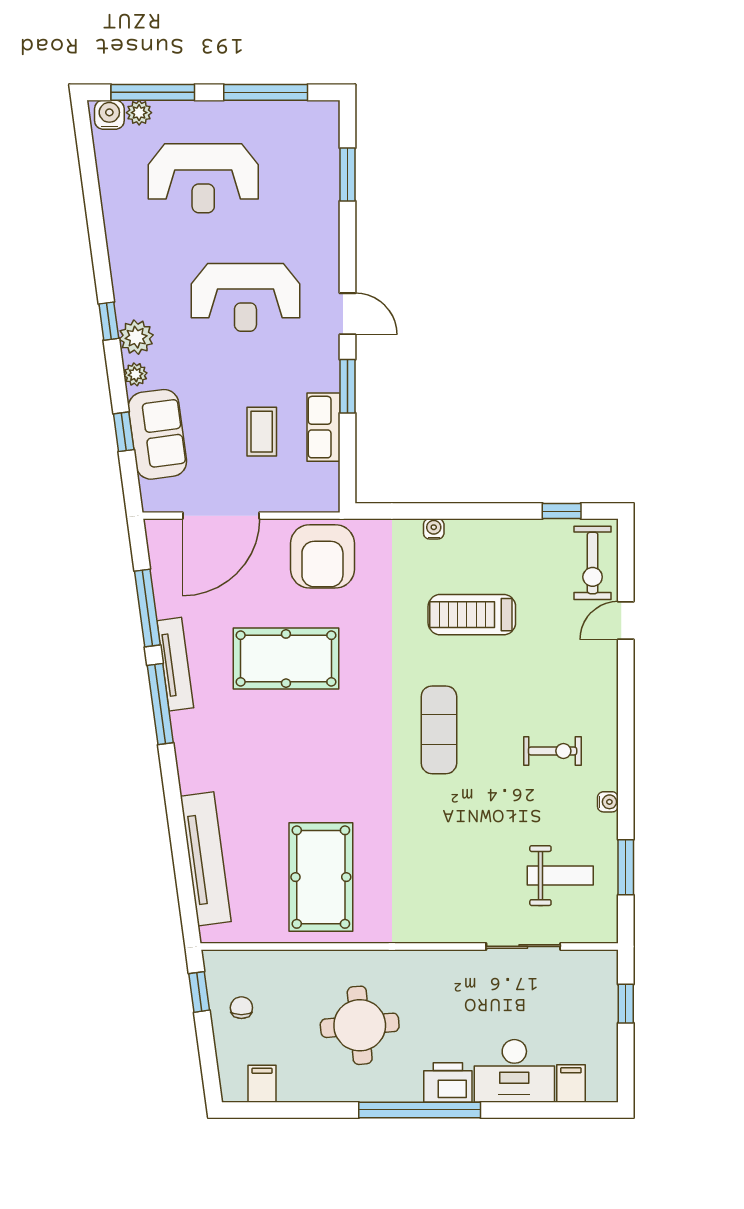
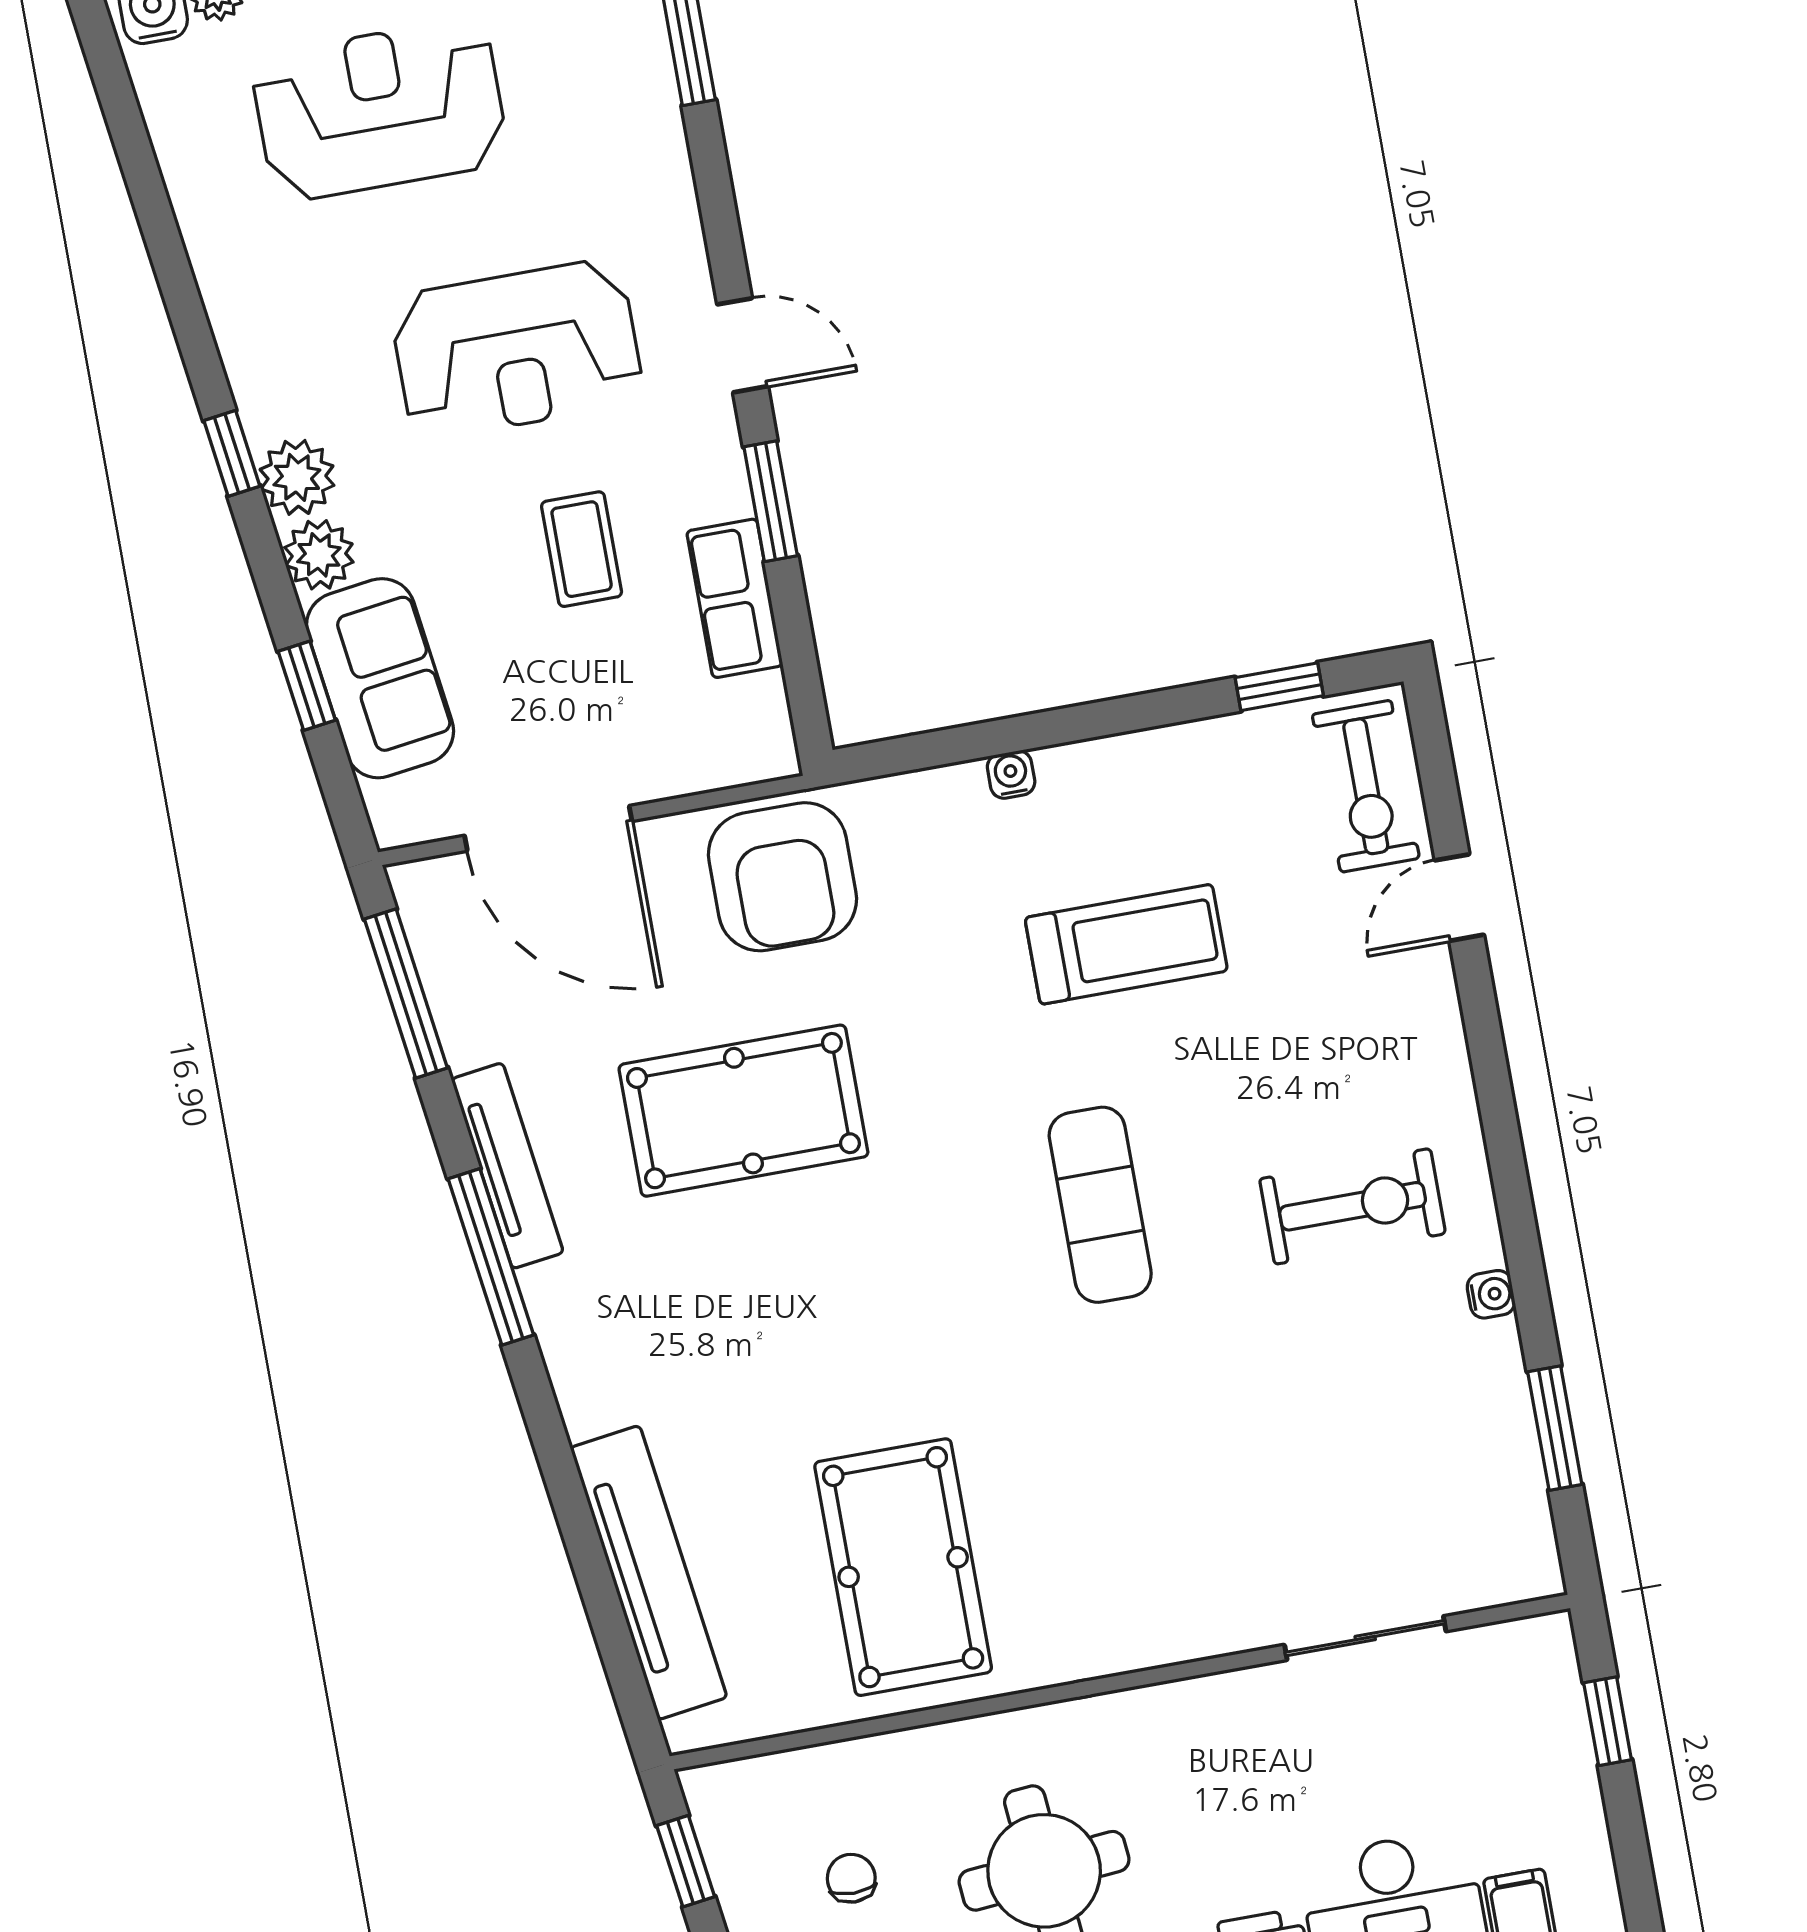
reception desk: (203, 178) -> (380, 110), turned 180
plant: (135, 374) -> (319, 555), width x1.38, depth x1.38
coffee table: (262, 432) -> (582, 549), moved
door: (221, 516) -> (548, 828), hinge flipped
window: (147, 608) -> (406, 993), moved
treadmill: (472, 615) -> (1126, 944), turned 180
exercise bike: (553, 751) -> (1353, 1206), width x1.38, depth x1.39
weight bench: (560, 876) -> (1417, 1471), removed
chair: (241, 1008) -> (851, 1878), moved

